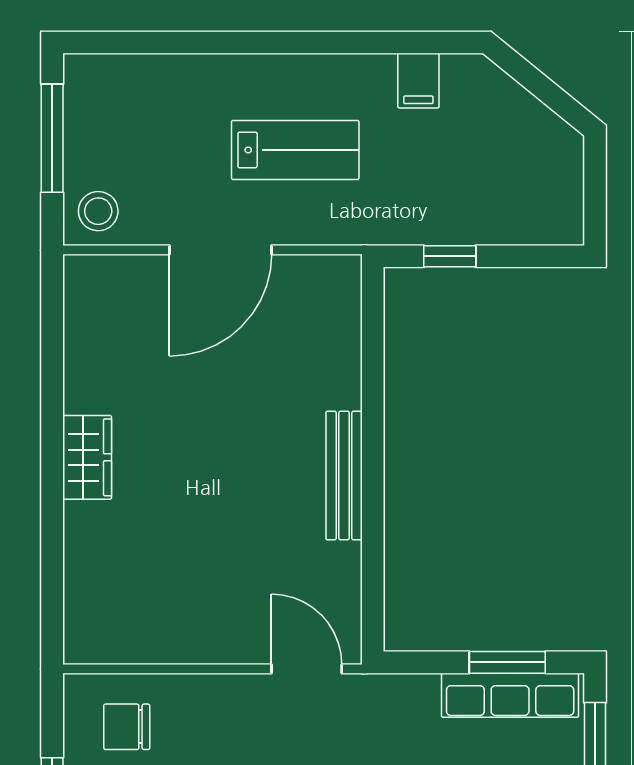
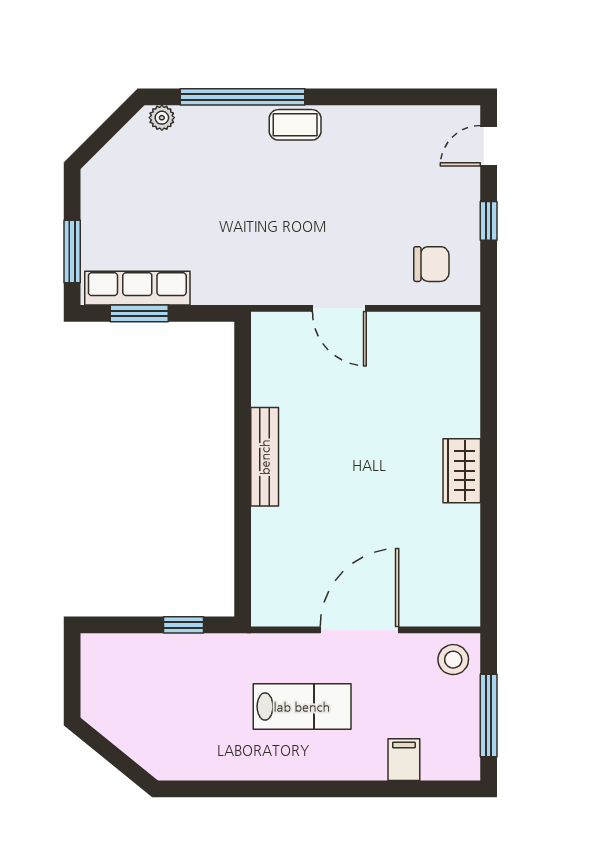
filing cabinet: (418, 81) -> (404, 760), moved
lab bench: (295, 150) -> (302, 707), turned 180
door: (307, 669) -> (339, 308), moved

